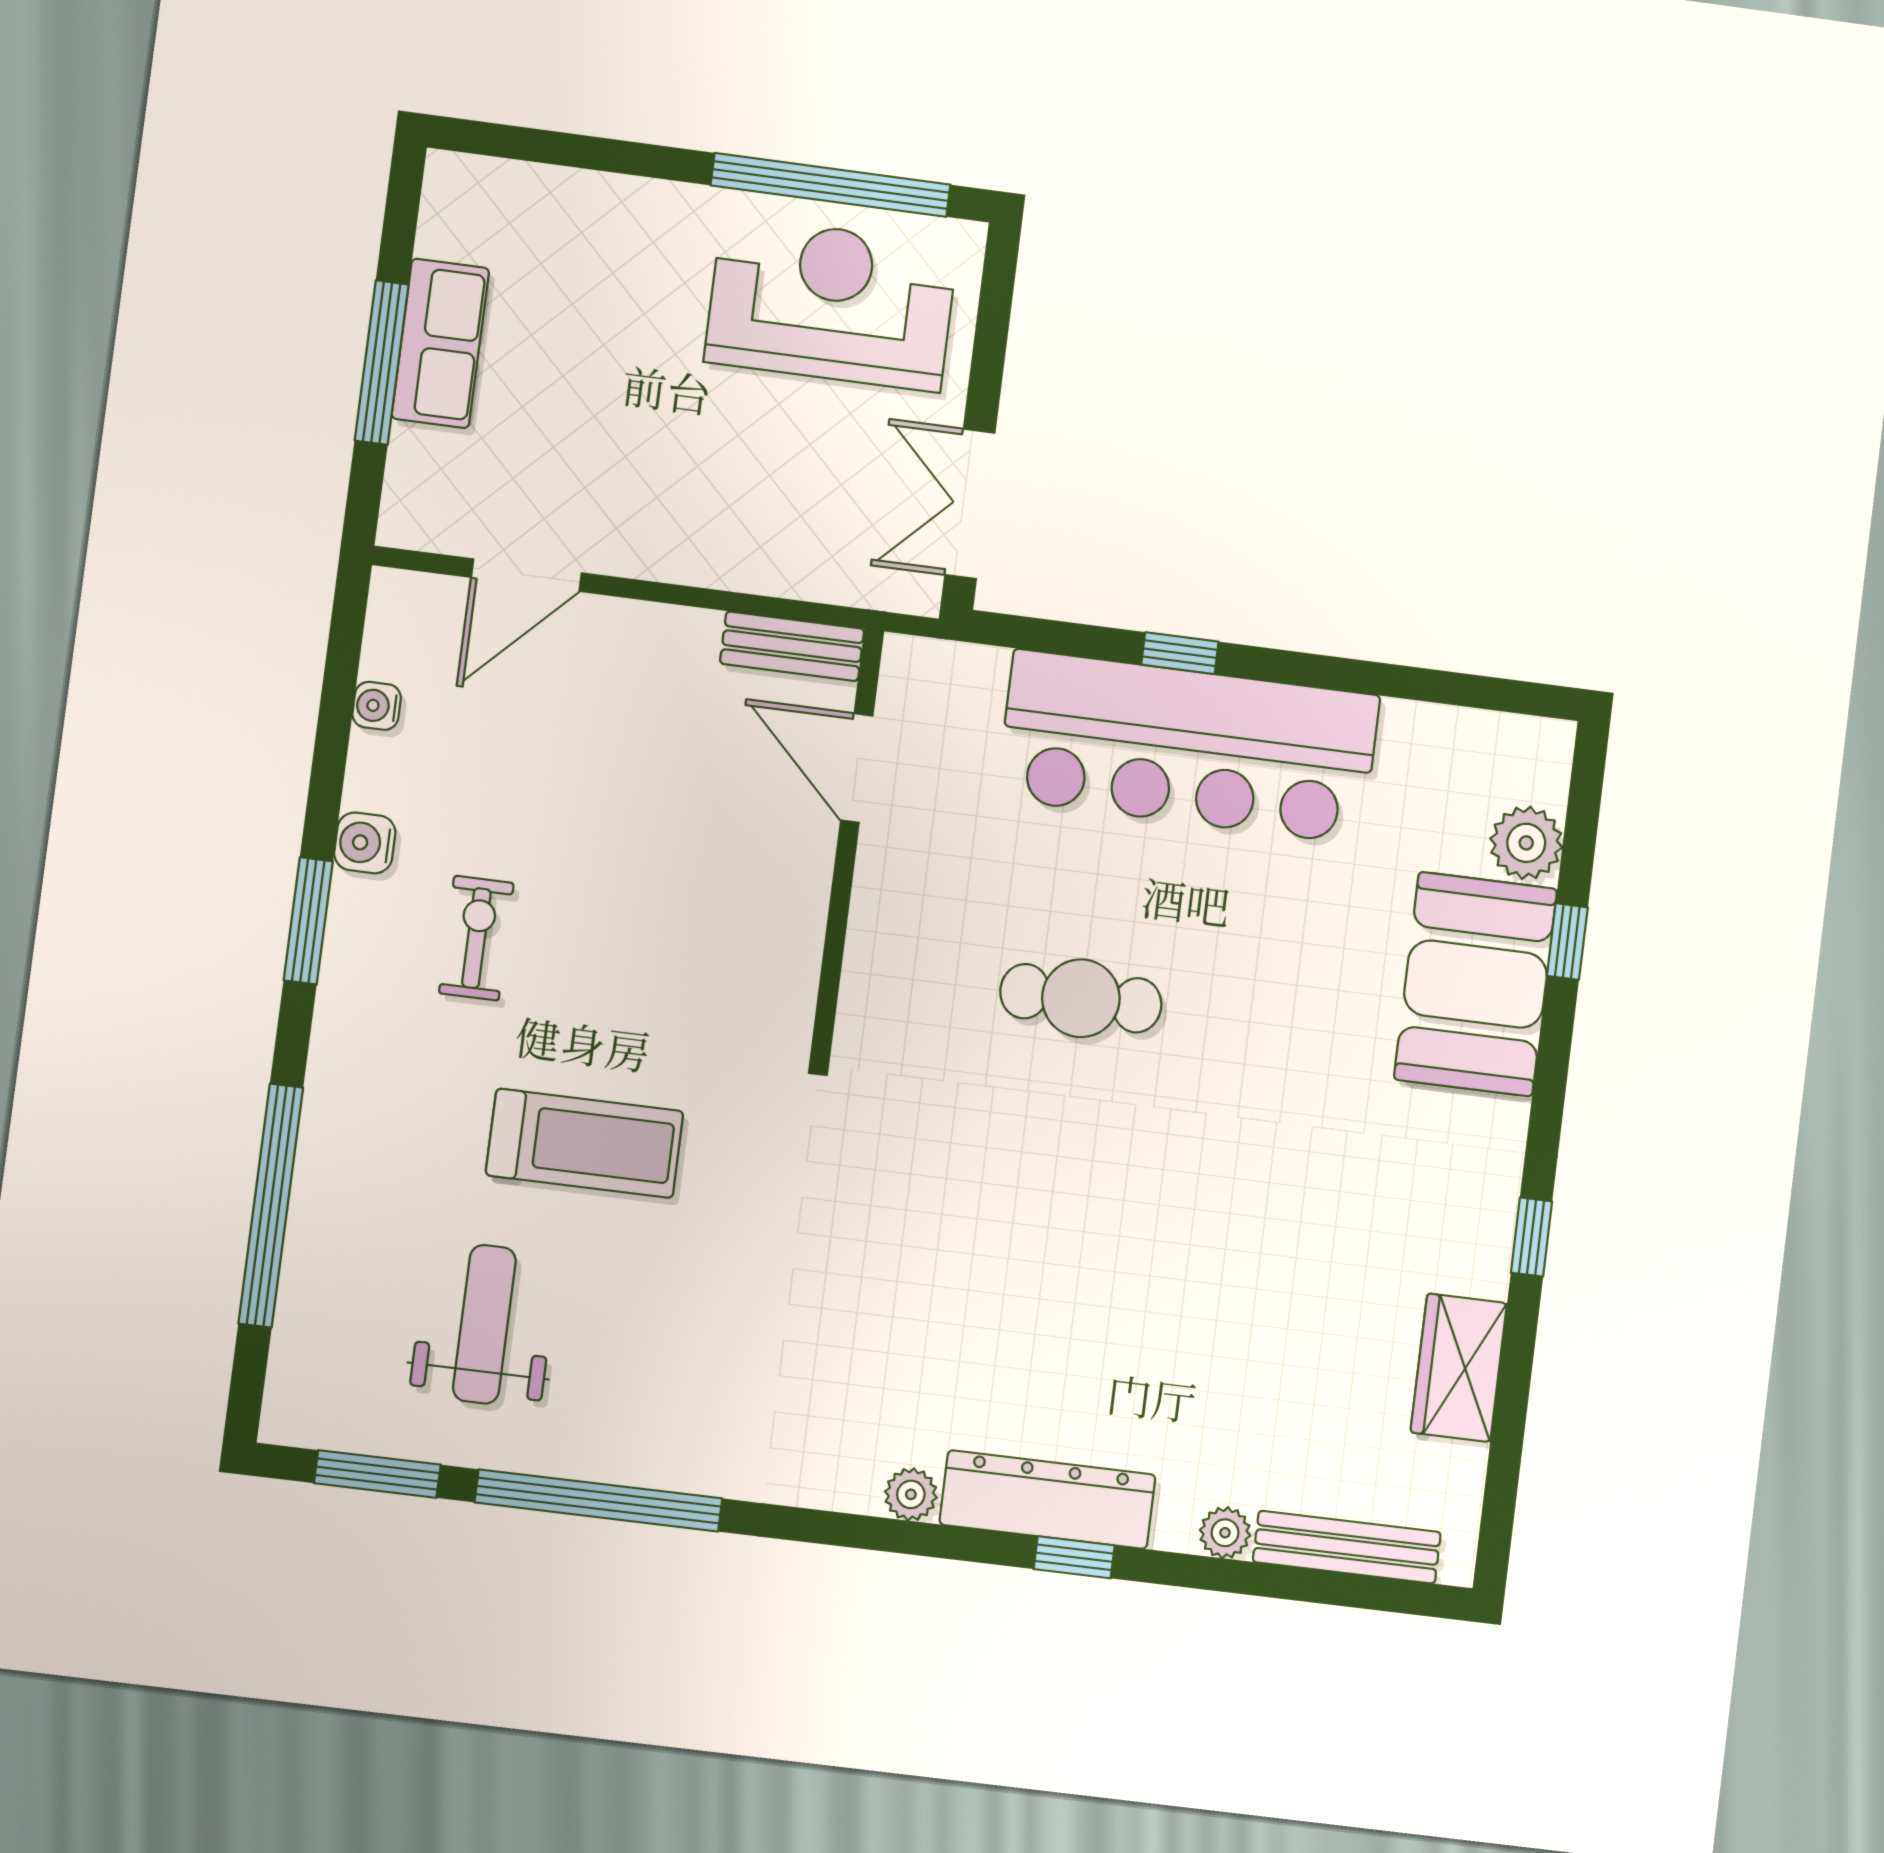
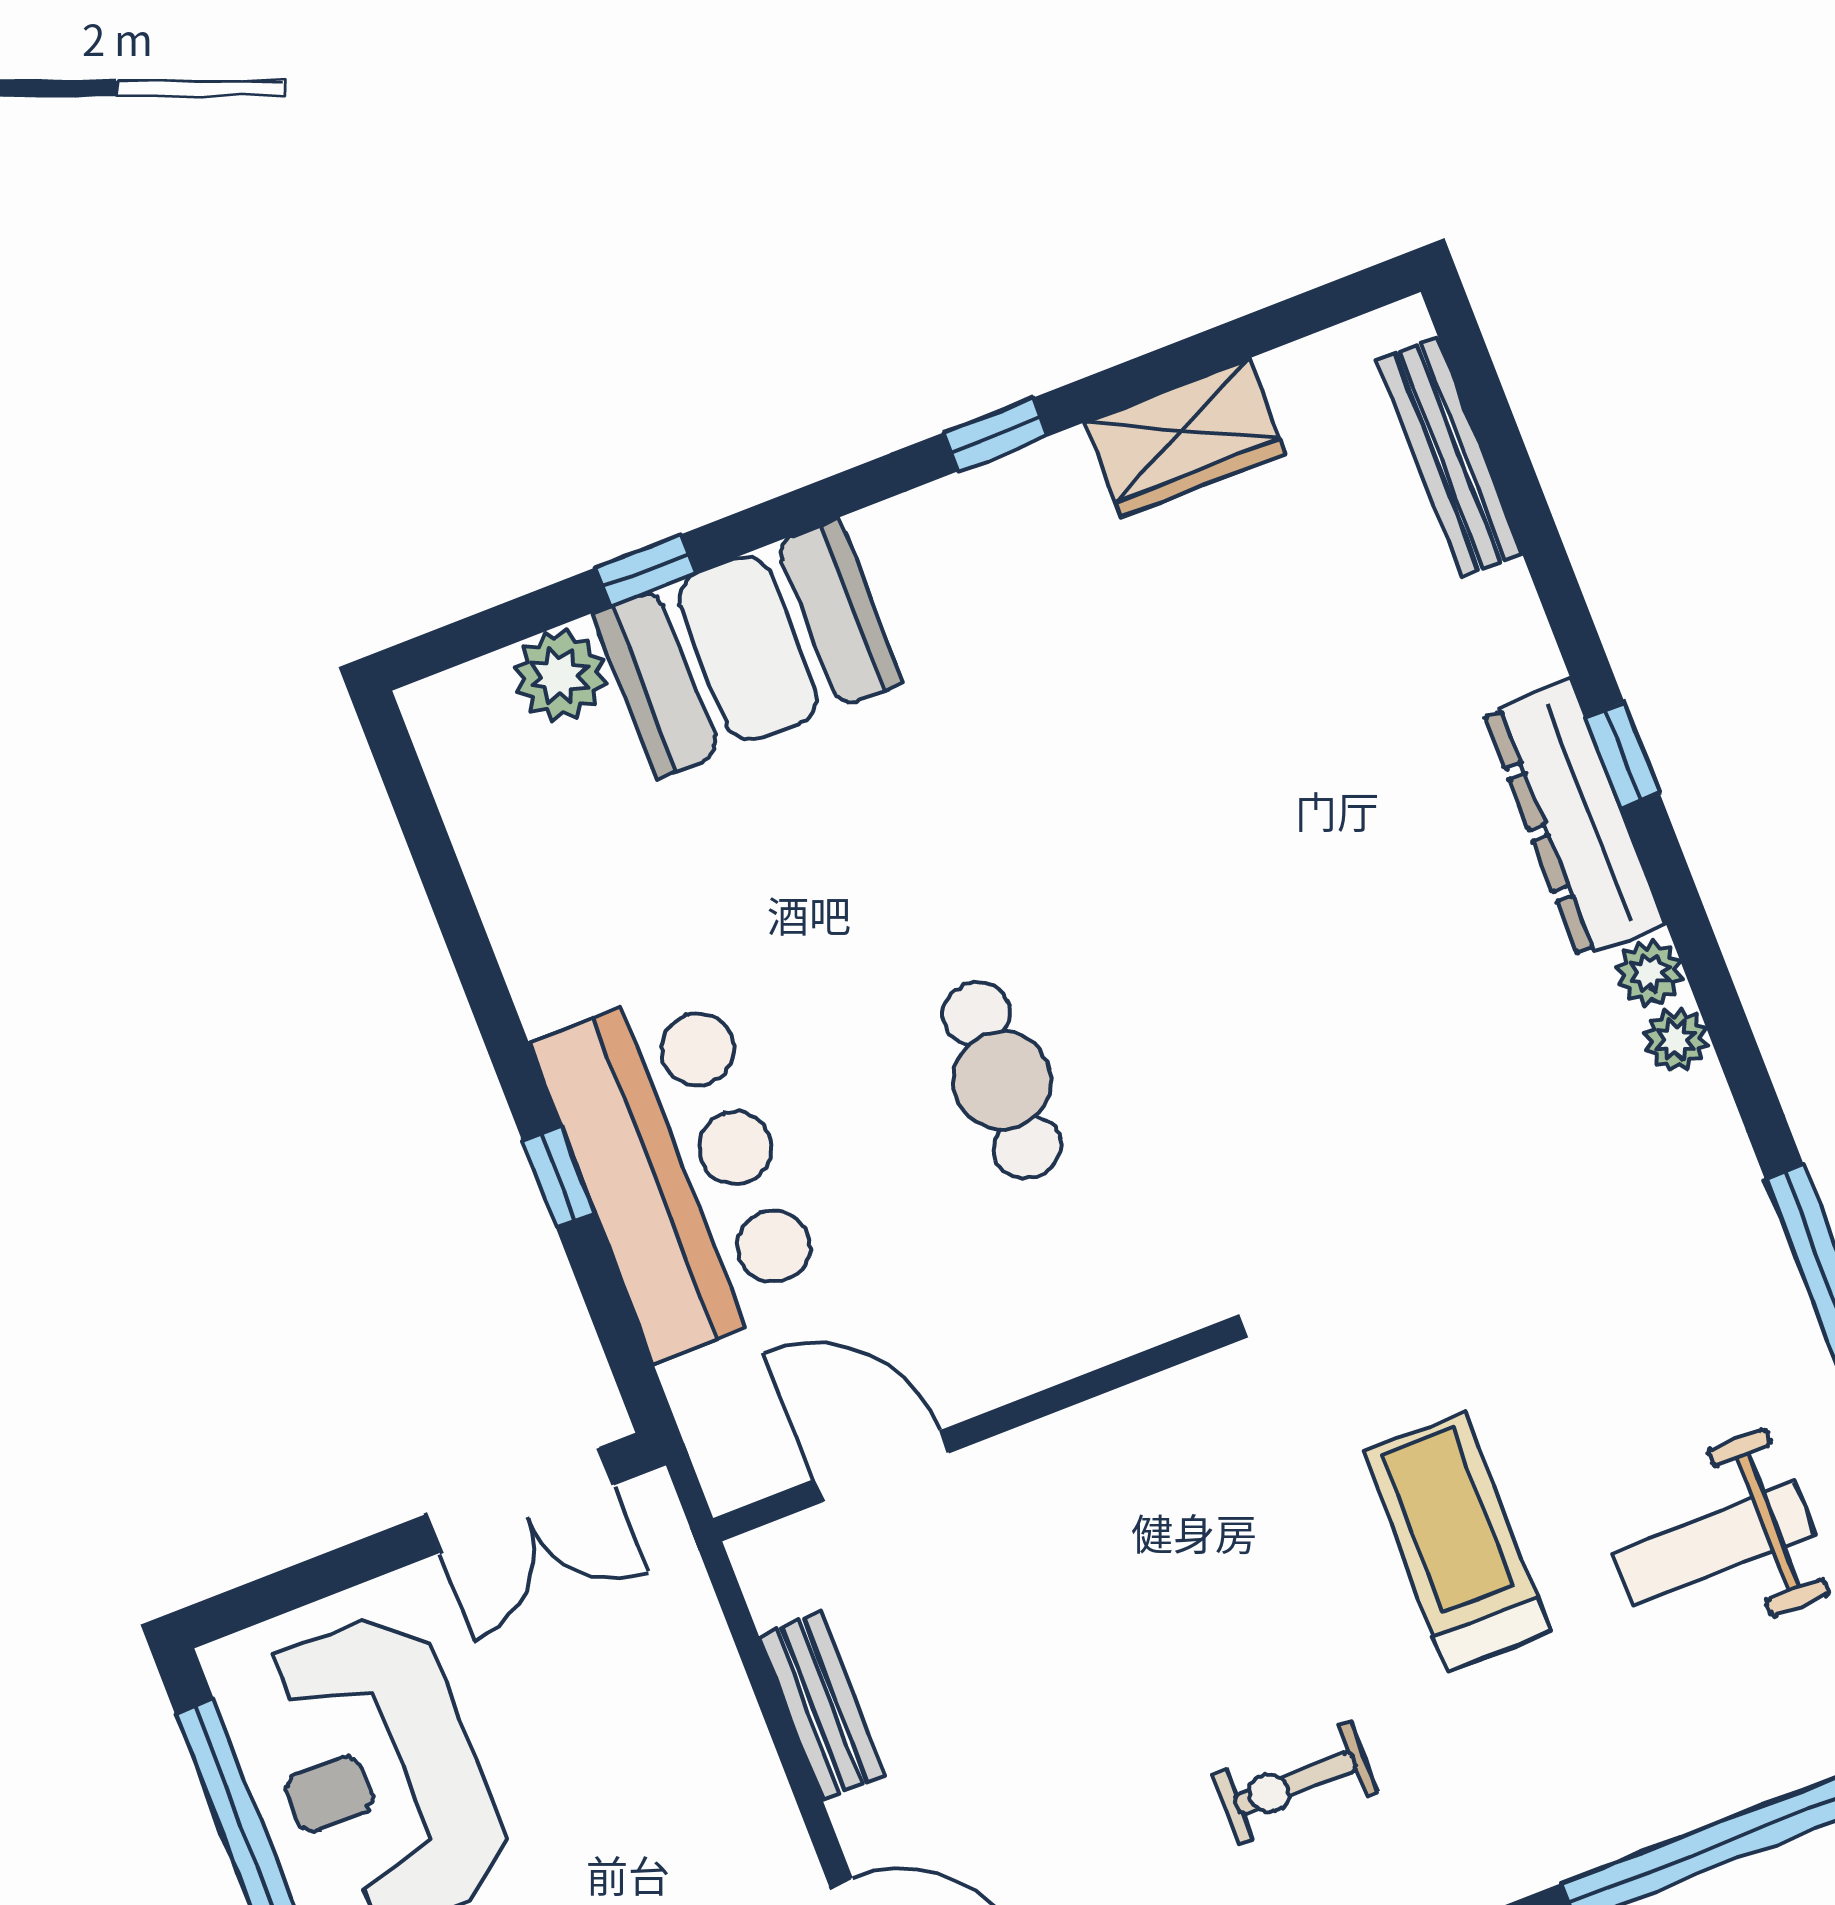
bench: (792, 646) -> (822, 1707), moved
bar counter: (1188, 747) -> (680, 1169), width x0.73
door: (857, 768) -> (881, 1466), swing flipped
plant: (1225, 1533) -> (1676, 1040), moved

